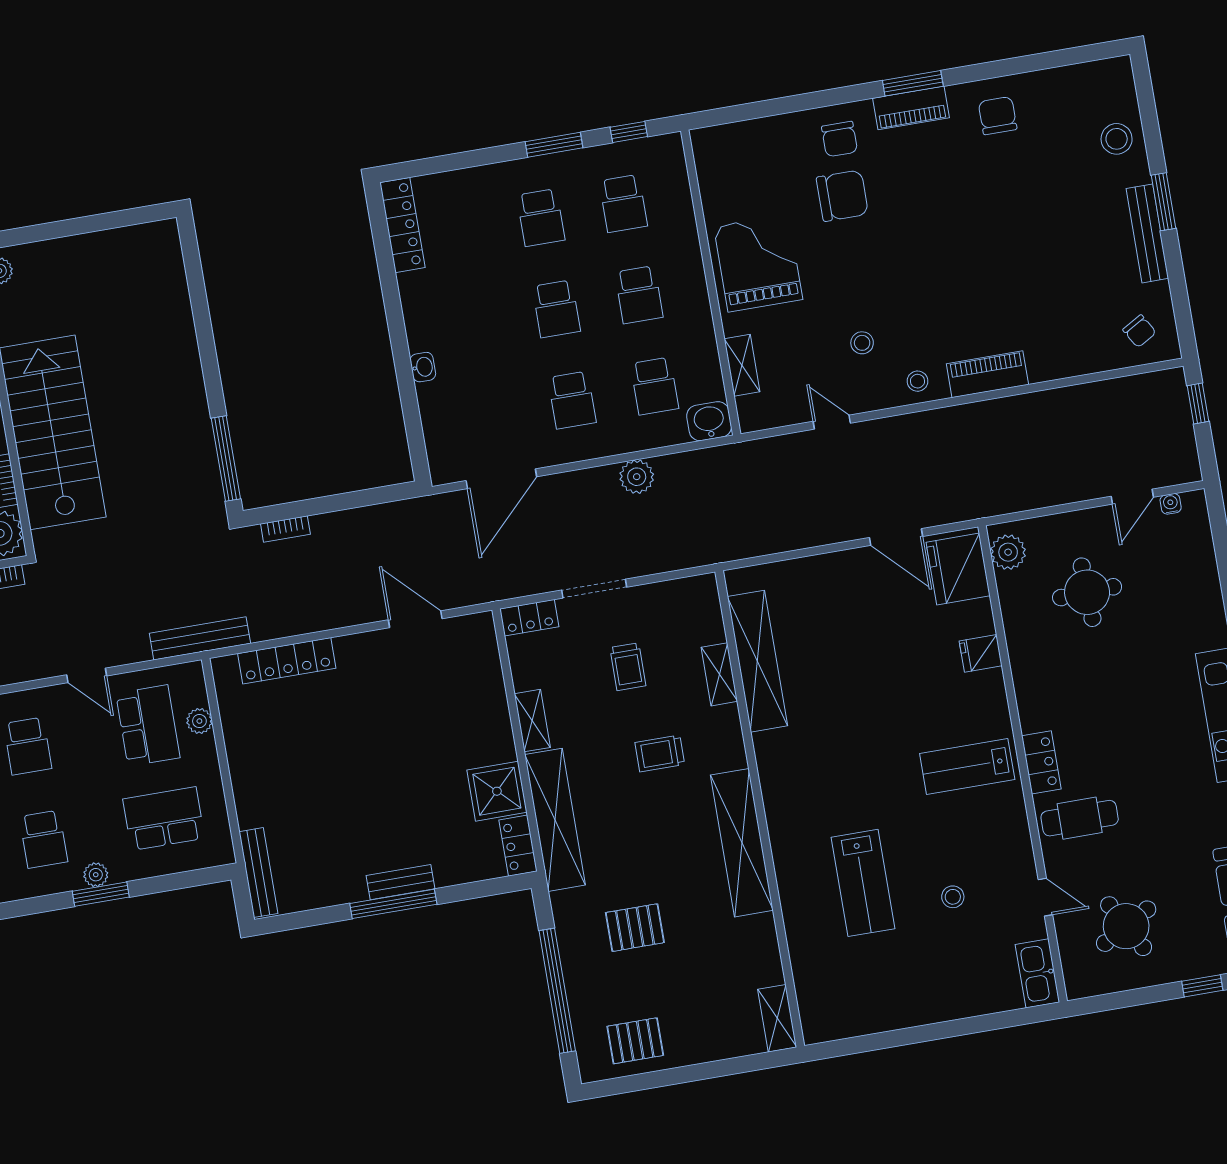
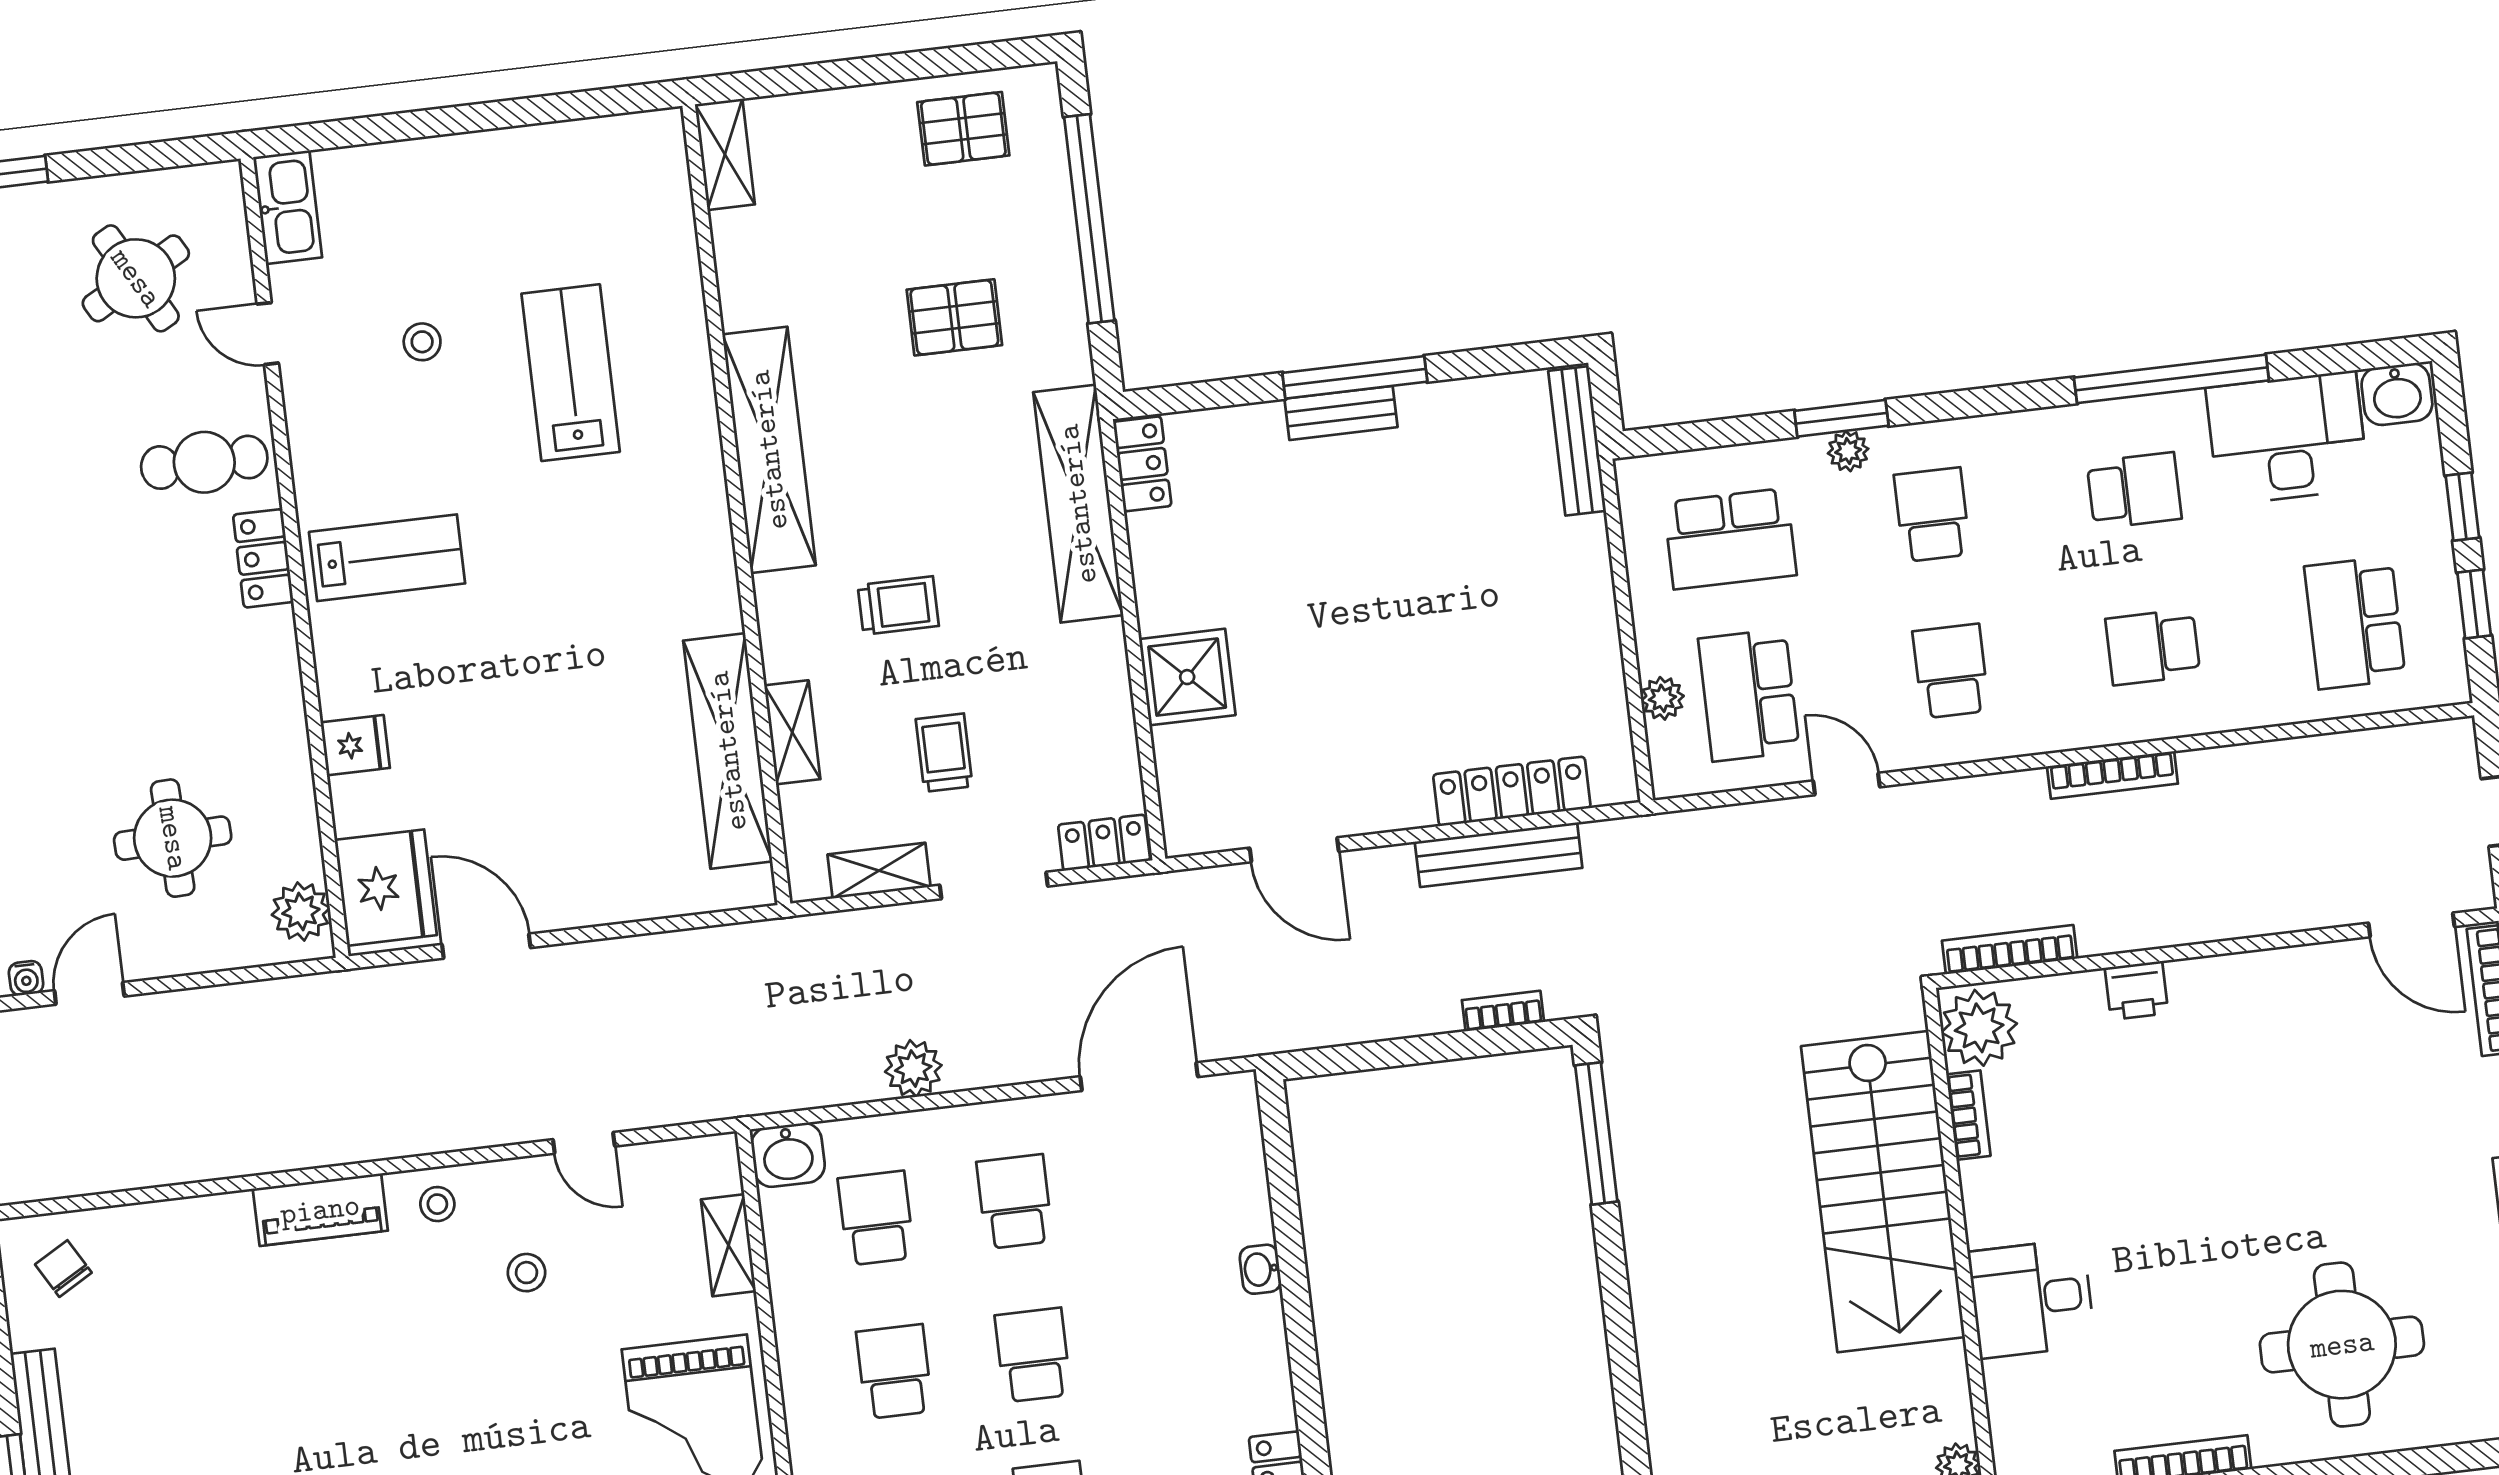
bench: (200, 638) -> (1499, 855), moved
shelving: (532, 721) -> (879, 871), moved, turned 90
shower: (497, 791) -> (1187, 677), moved

